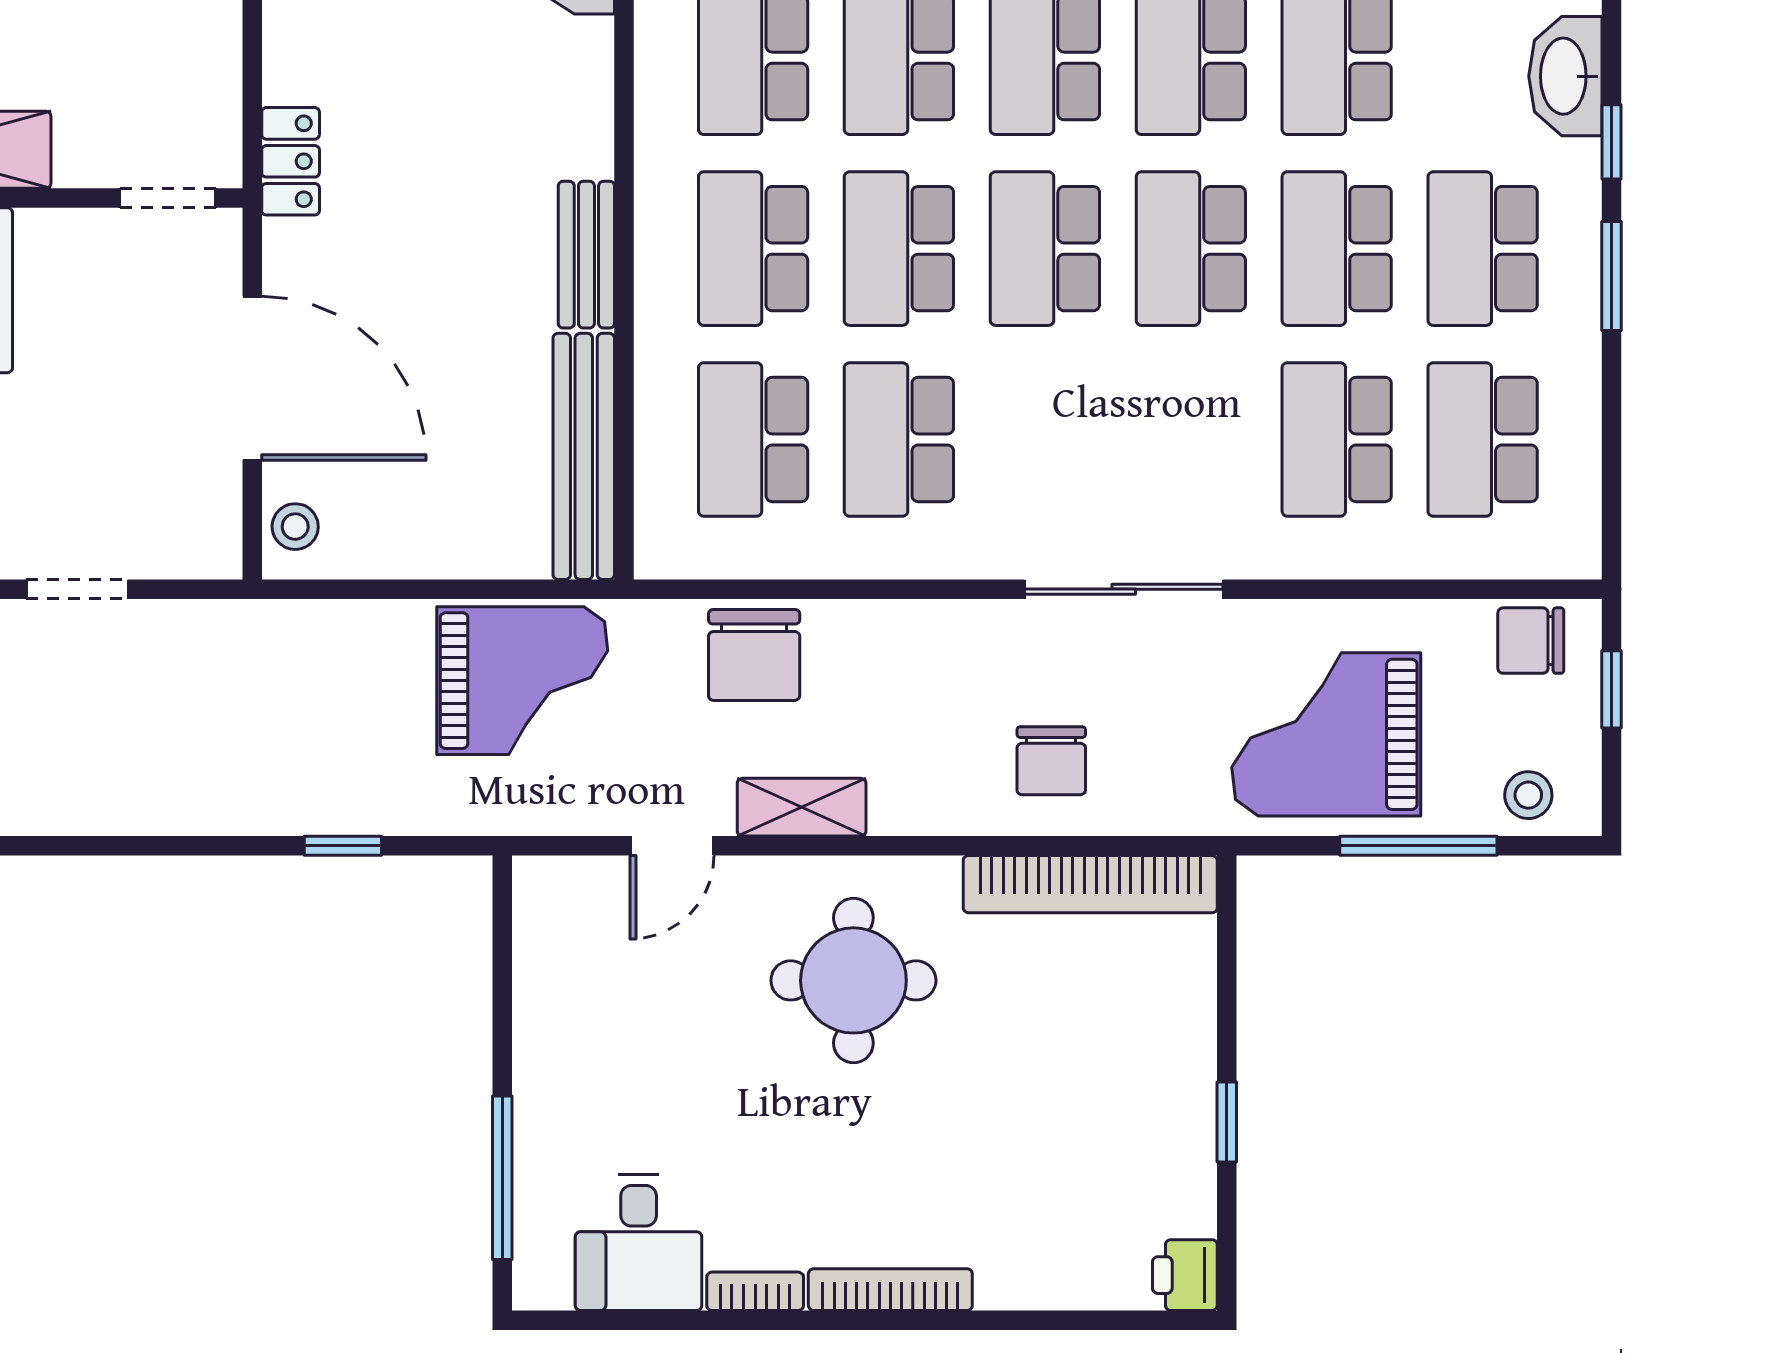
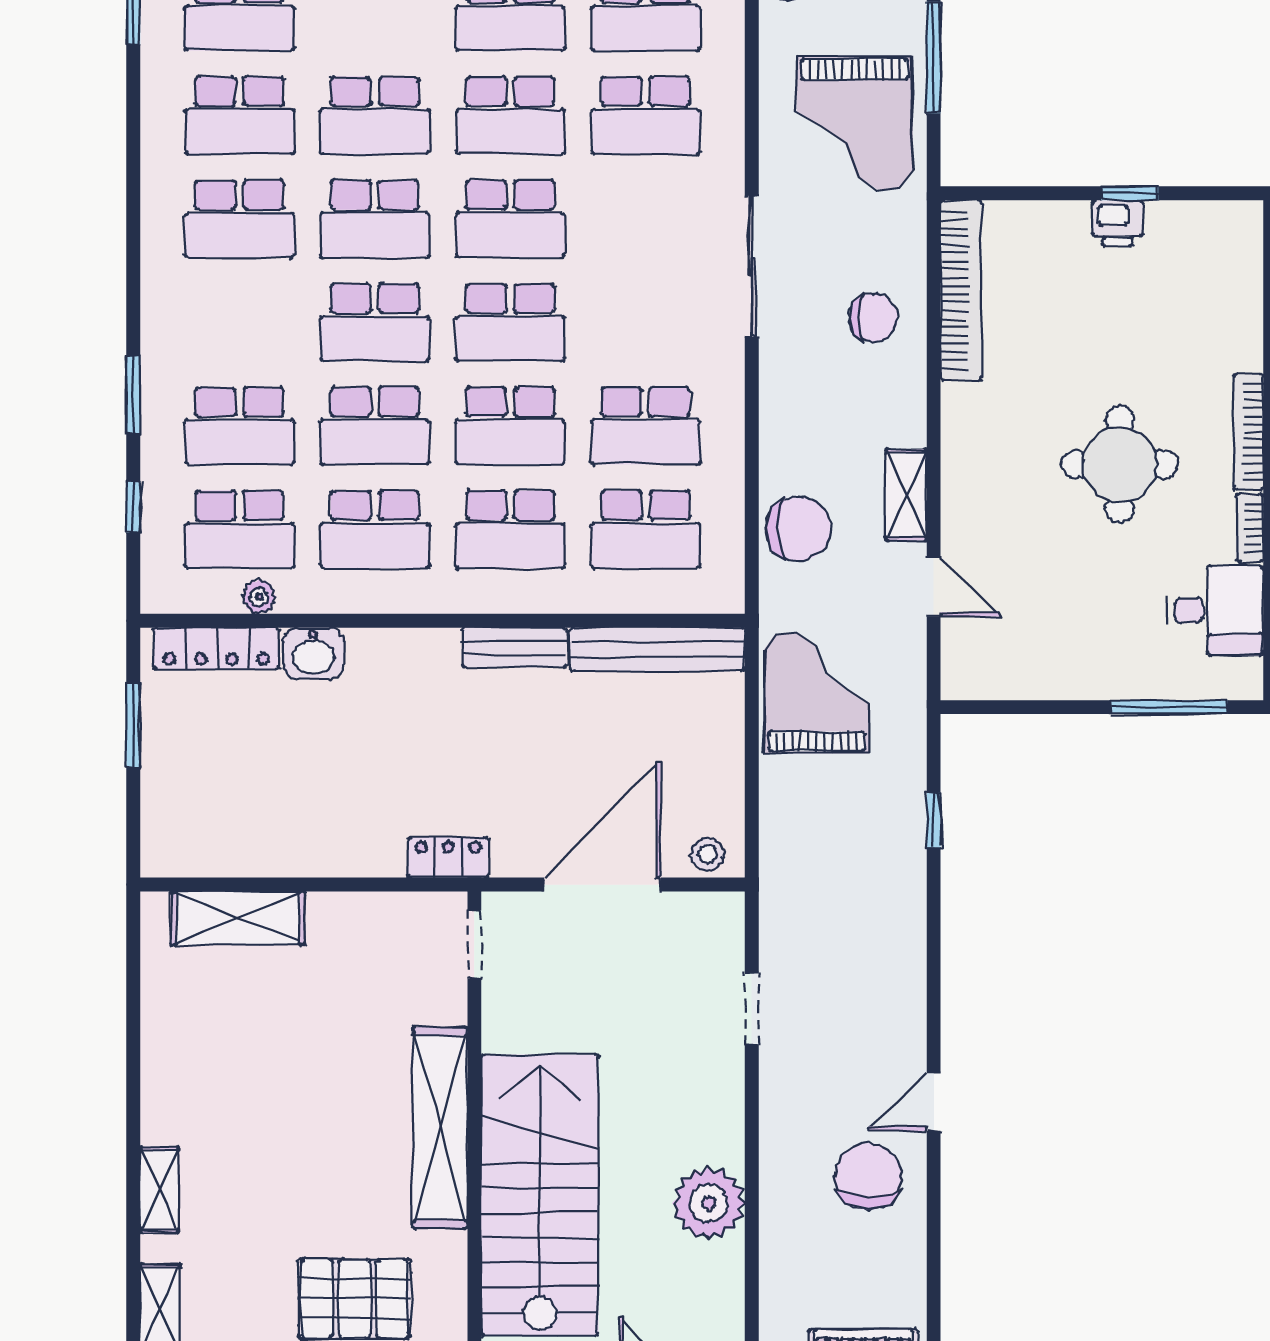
round table: (853, 980) -> (1120, 464), moved
printer: (1185, 1275) -> (1118, 223), moved

